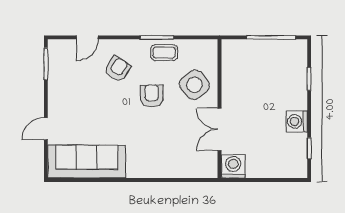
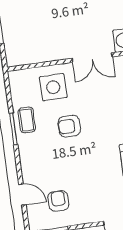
armchair: (117, 69) -> (58, 201), moved, turned 57
side table: (194, 85) -> (53, 87), turned 38

